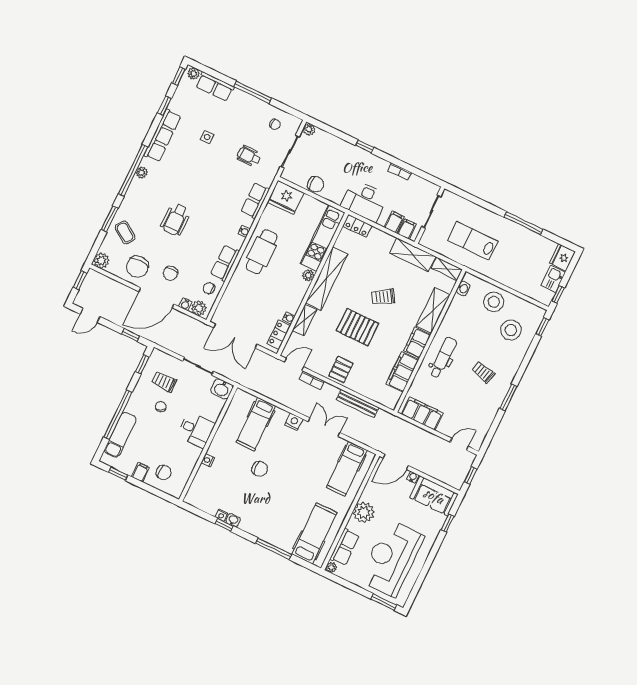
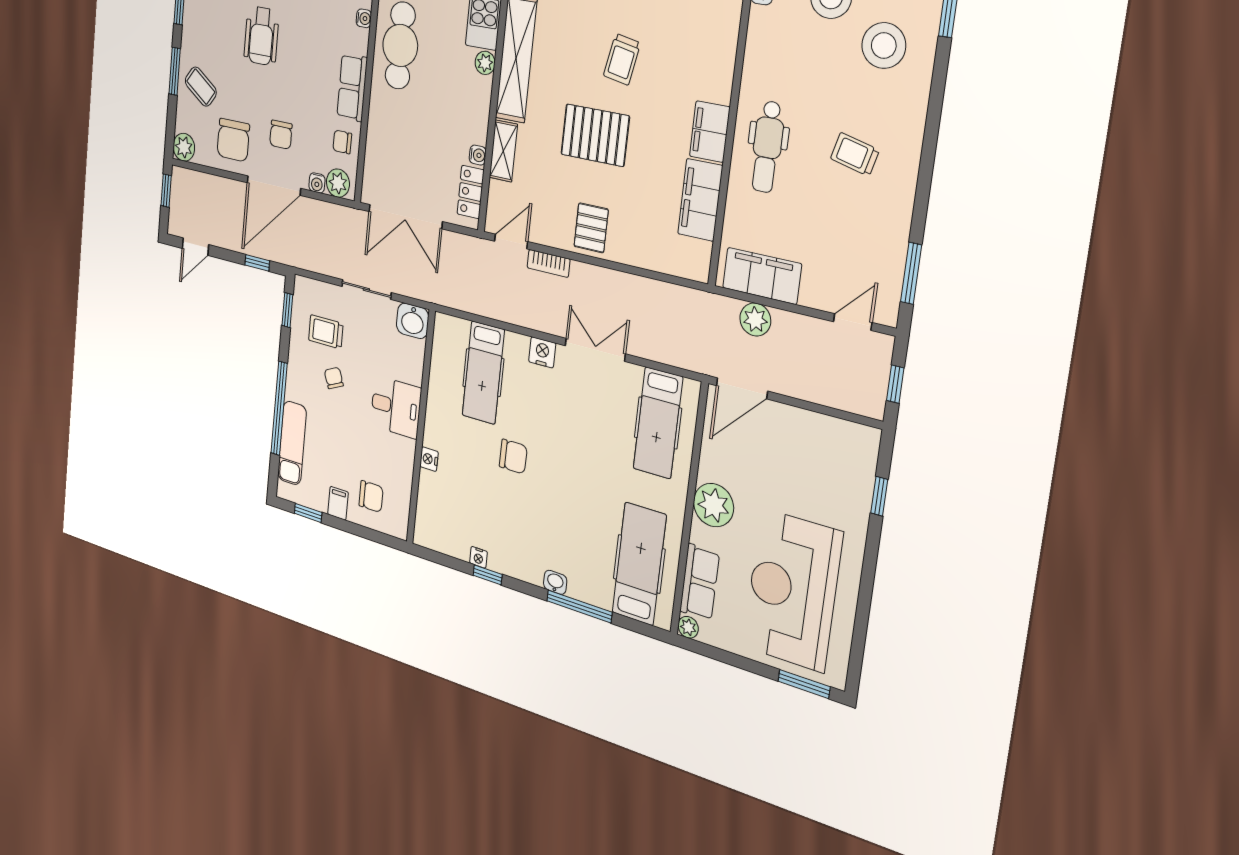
trolley: (383, 297) -> (622, 59), turned -47
shelving: (433, 310) -> (719, 55), removed
dental chair: (443, 357) -> (767, 147), turned 180
window: (508, 398) -> (911, 273), moved
bench: (358, 404) -> (639, 287), removed
plant: (413, 432) -> (755, 320), added
water cooler: (413, 477) -> (783, 413), removed
sofa: (434, 496) -> (835, 443), removed
washbasin: (233, 520) -> (555, 582), moved

